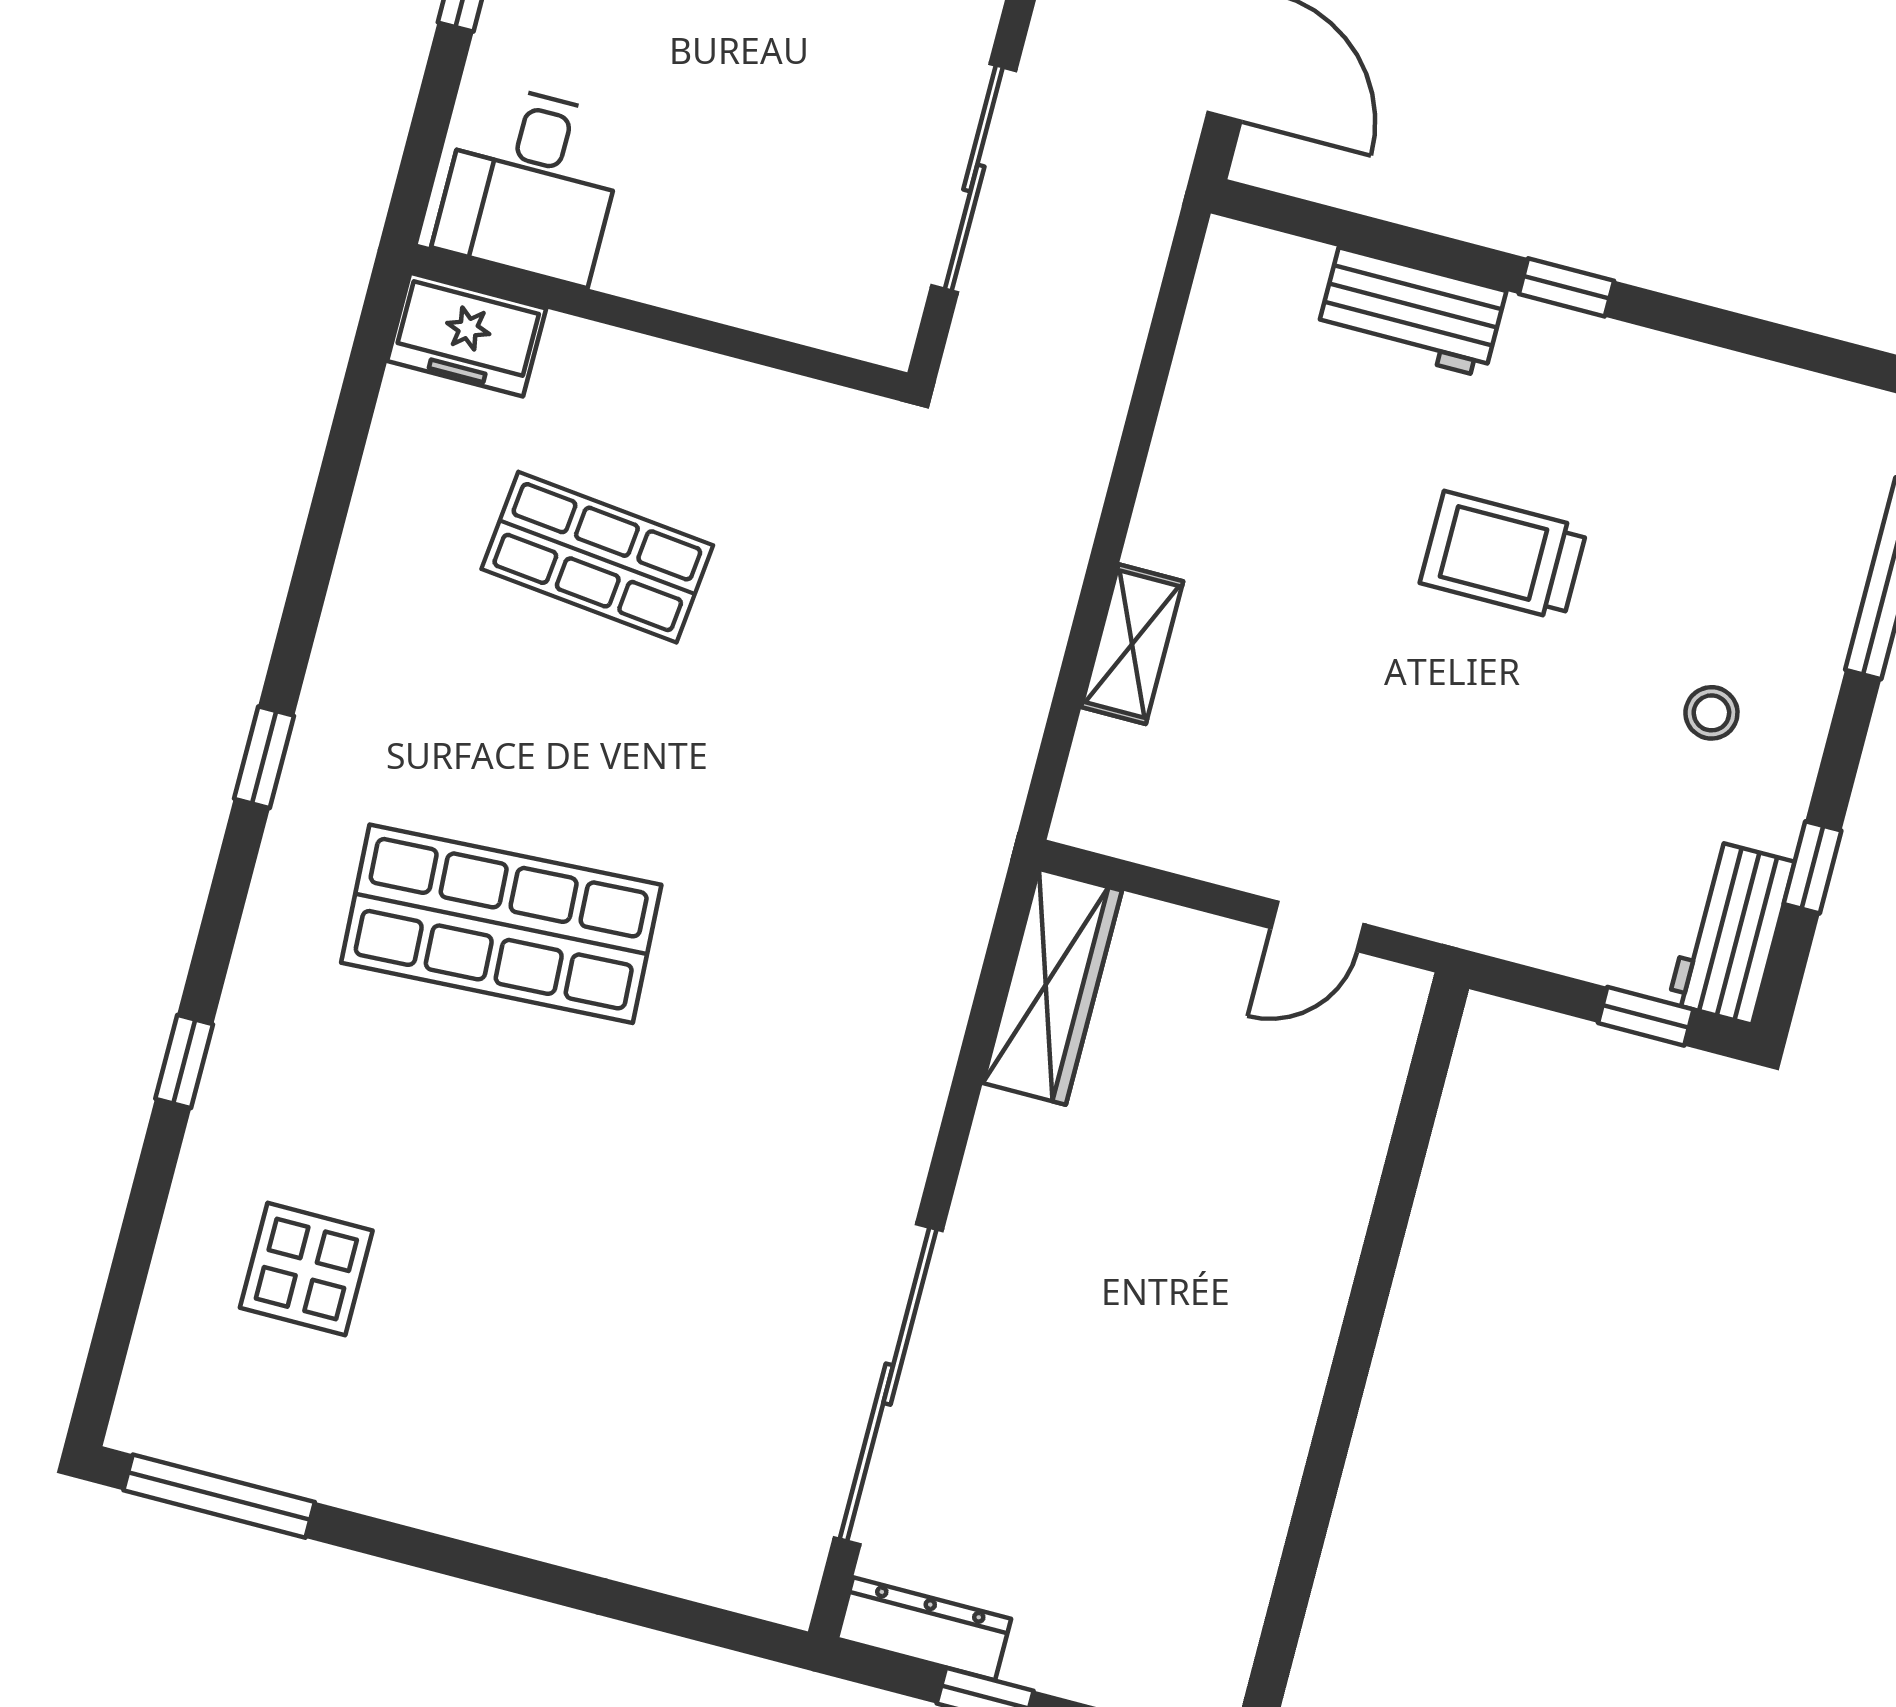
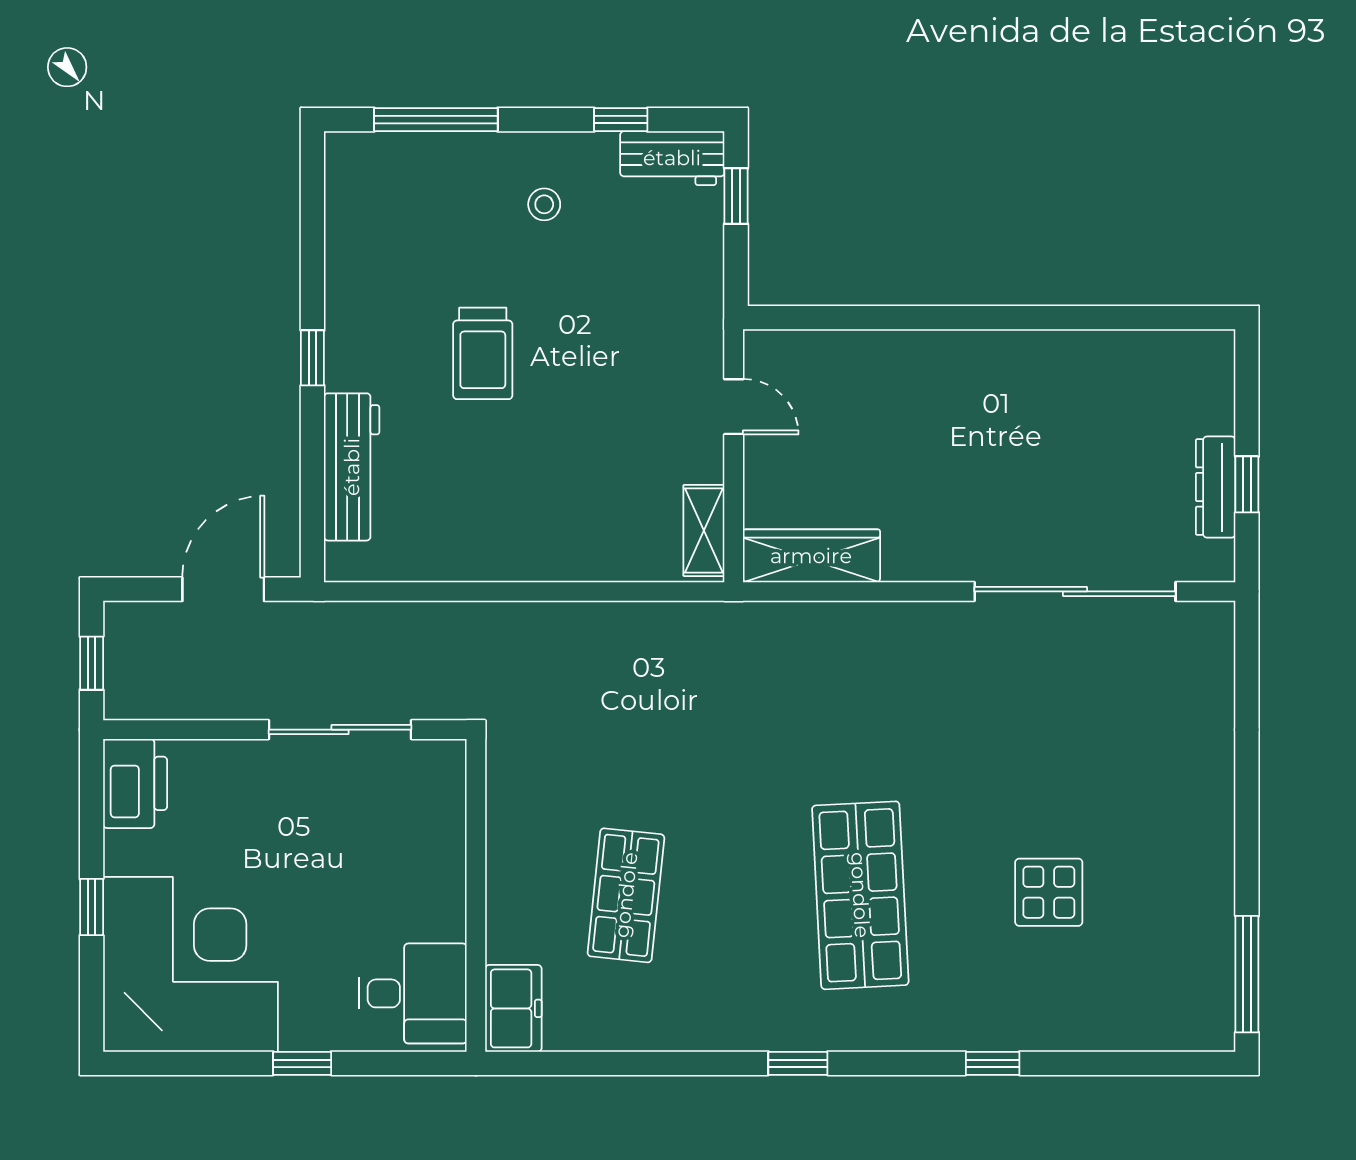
workbench: (1411, 312) -> (352, 467), width x1.38
shelving: (1132, 644) -> (704, 531), moved, turned 90
display table: (306, 1269) -> (1049, 892), moved
dresser: (924, 1629) -> (1216, 487), moved

